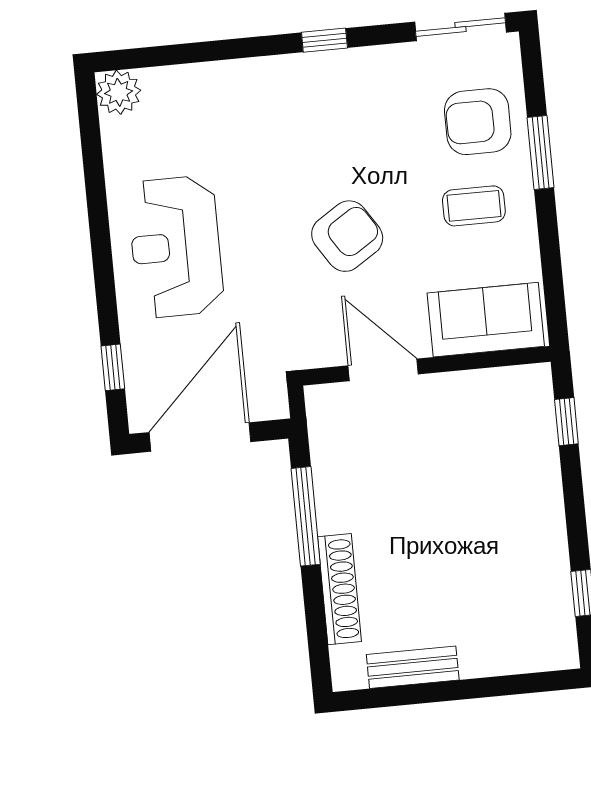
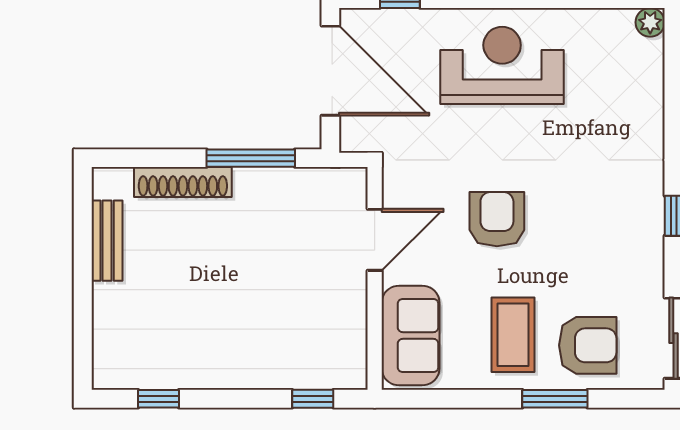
plant: (119, 92) -> (650, 22), width x0.73, depth x0.73
armchair: (478, 122) -> (588, 345), turned 90
coffee table: (474, 206) -> (513, 335), width x1.36, depth x1.30
armchair: (347, 236) -> (497, 219), turned -147

